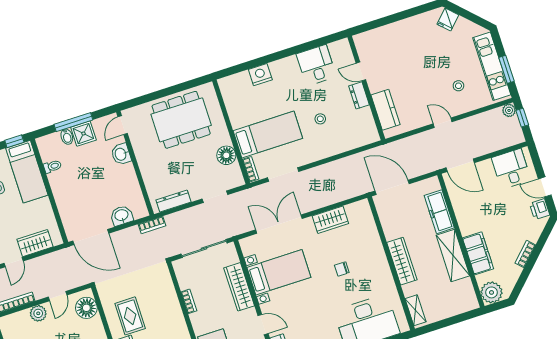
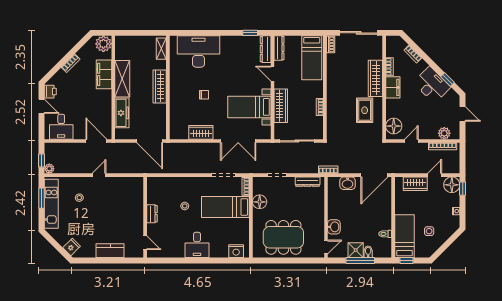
desk: (316, 65) -> (197, 245), moved
door: (361, 71) -> (145, 243), moved
nightstand: (260, 75) -> (236, 251), moved
kitchen counter: (386, 110) -> (110, 251), moved, turned 90
door: (443, 123) -> (99, 175), swing flipped
door: (91, 237) -> (374, 175), swing flipped
plant: (38, 313) -> (444, 133), moved

